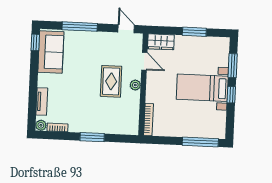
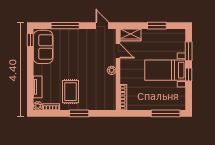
rug: (111, 81) -> (71, 92), moved

